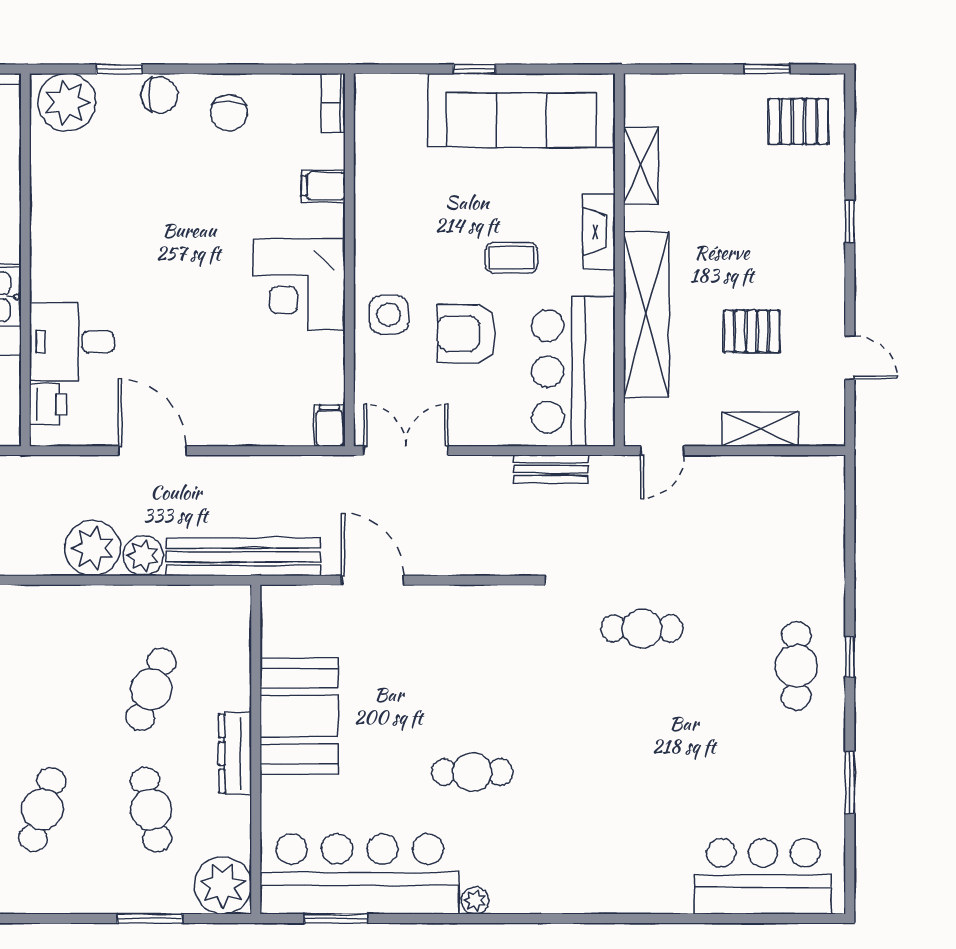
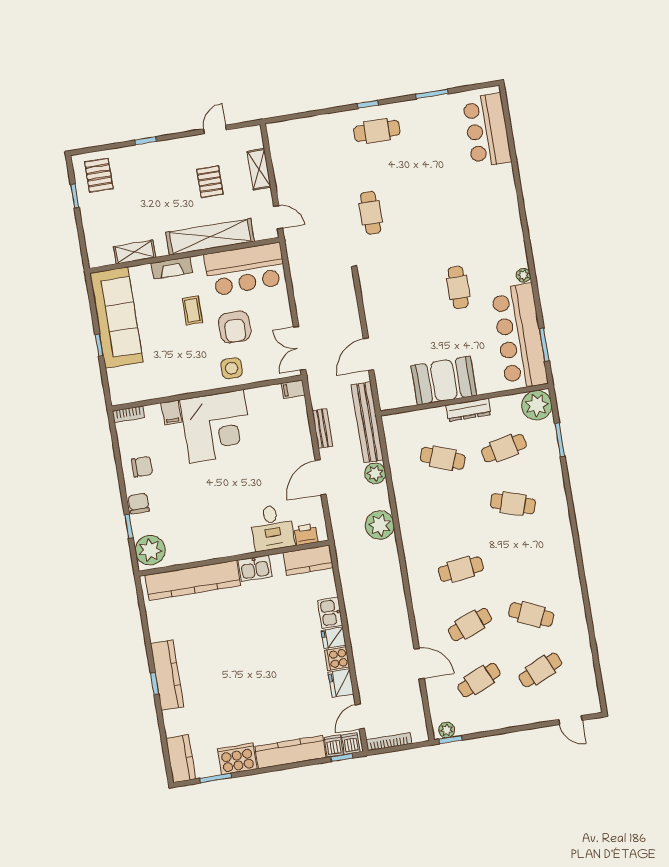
corner desk: (299, 284) -> (217, 426), width x1.36, depth x1.36
bench: (551, 469) -> (322, 428), moved
plant: (93, 548) -> (380, 525), moved

